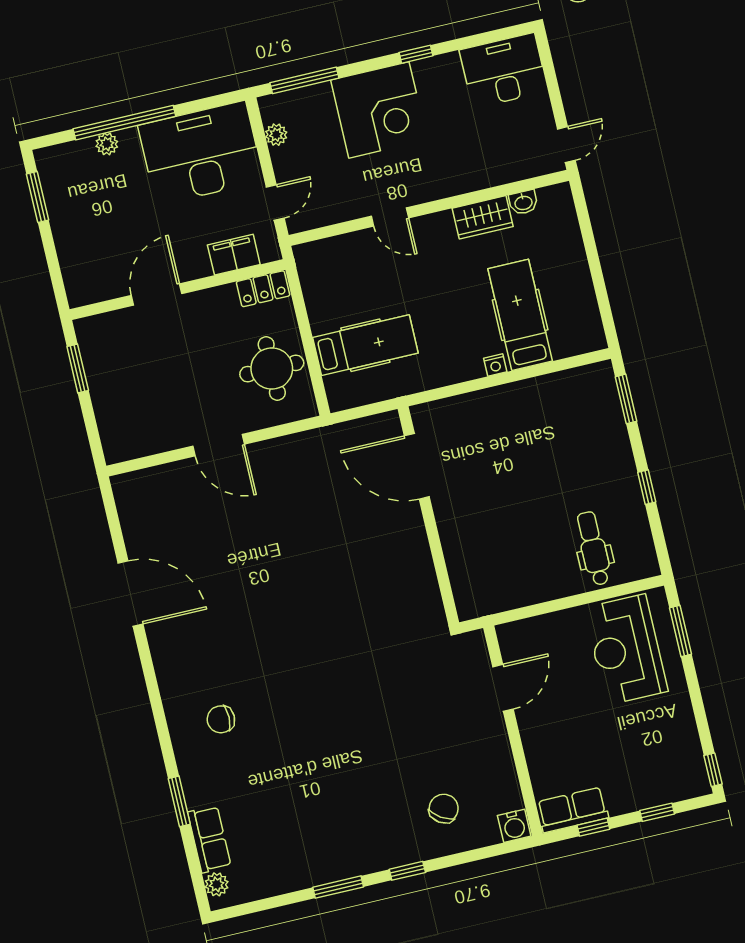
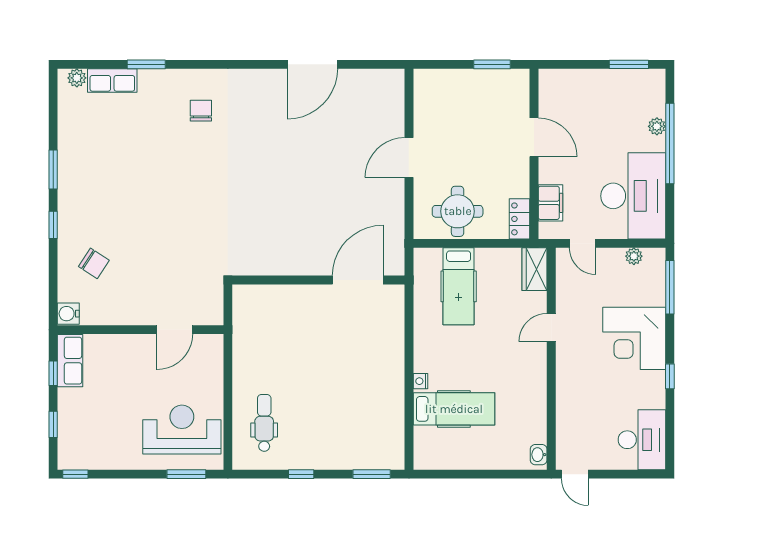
washbasin: (523, 202) -> (539, 455), moved
wardrobe: (483, 217) -> (535, 269), moved
door: (417, 466) -> (358, 280), moved
wall: (428, 516) -> (318, 280), moved
dental chair: (593, 548) -> (264, 423), turned -90
door: (503, 688) -> (175, 330), hinge flipped

